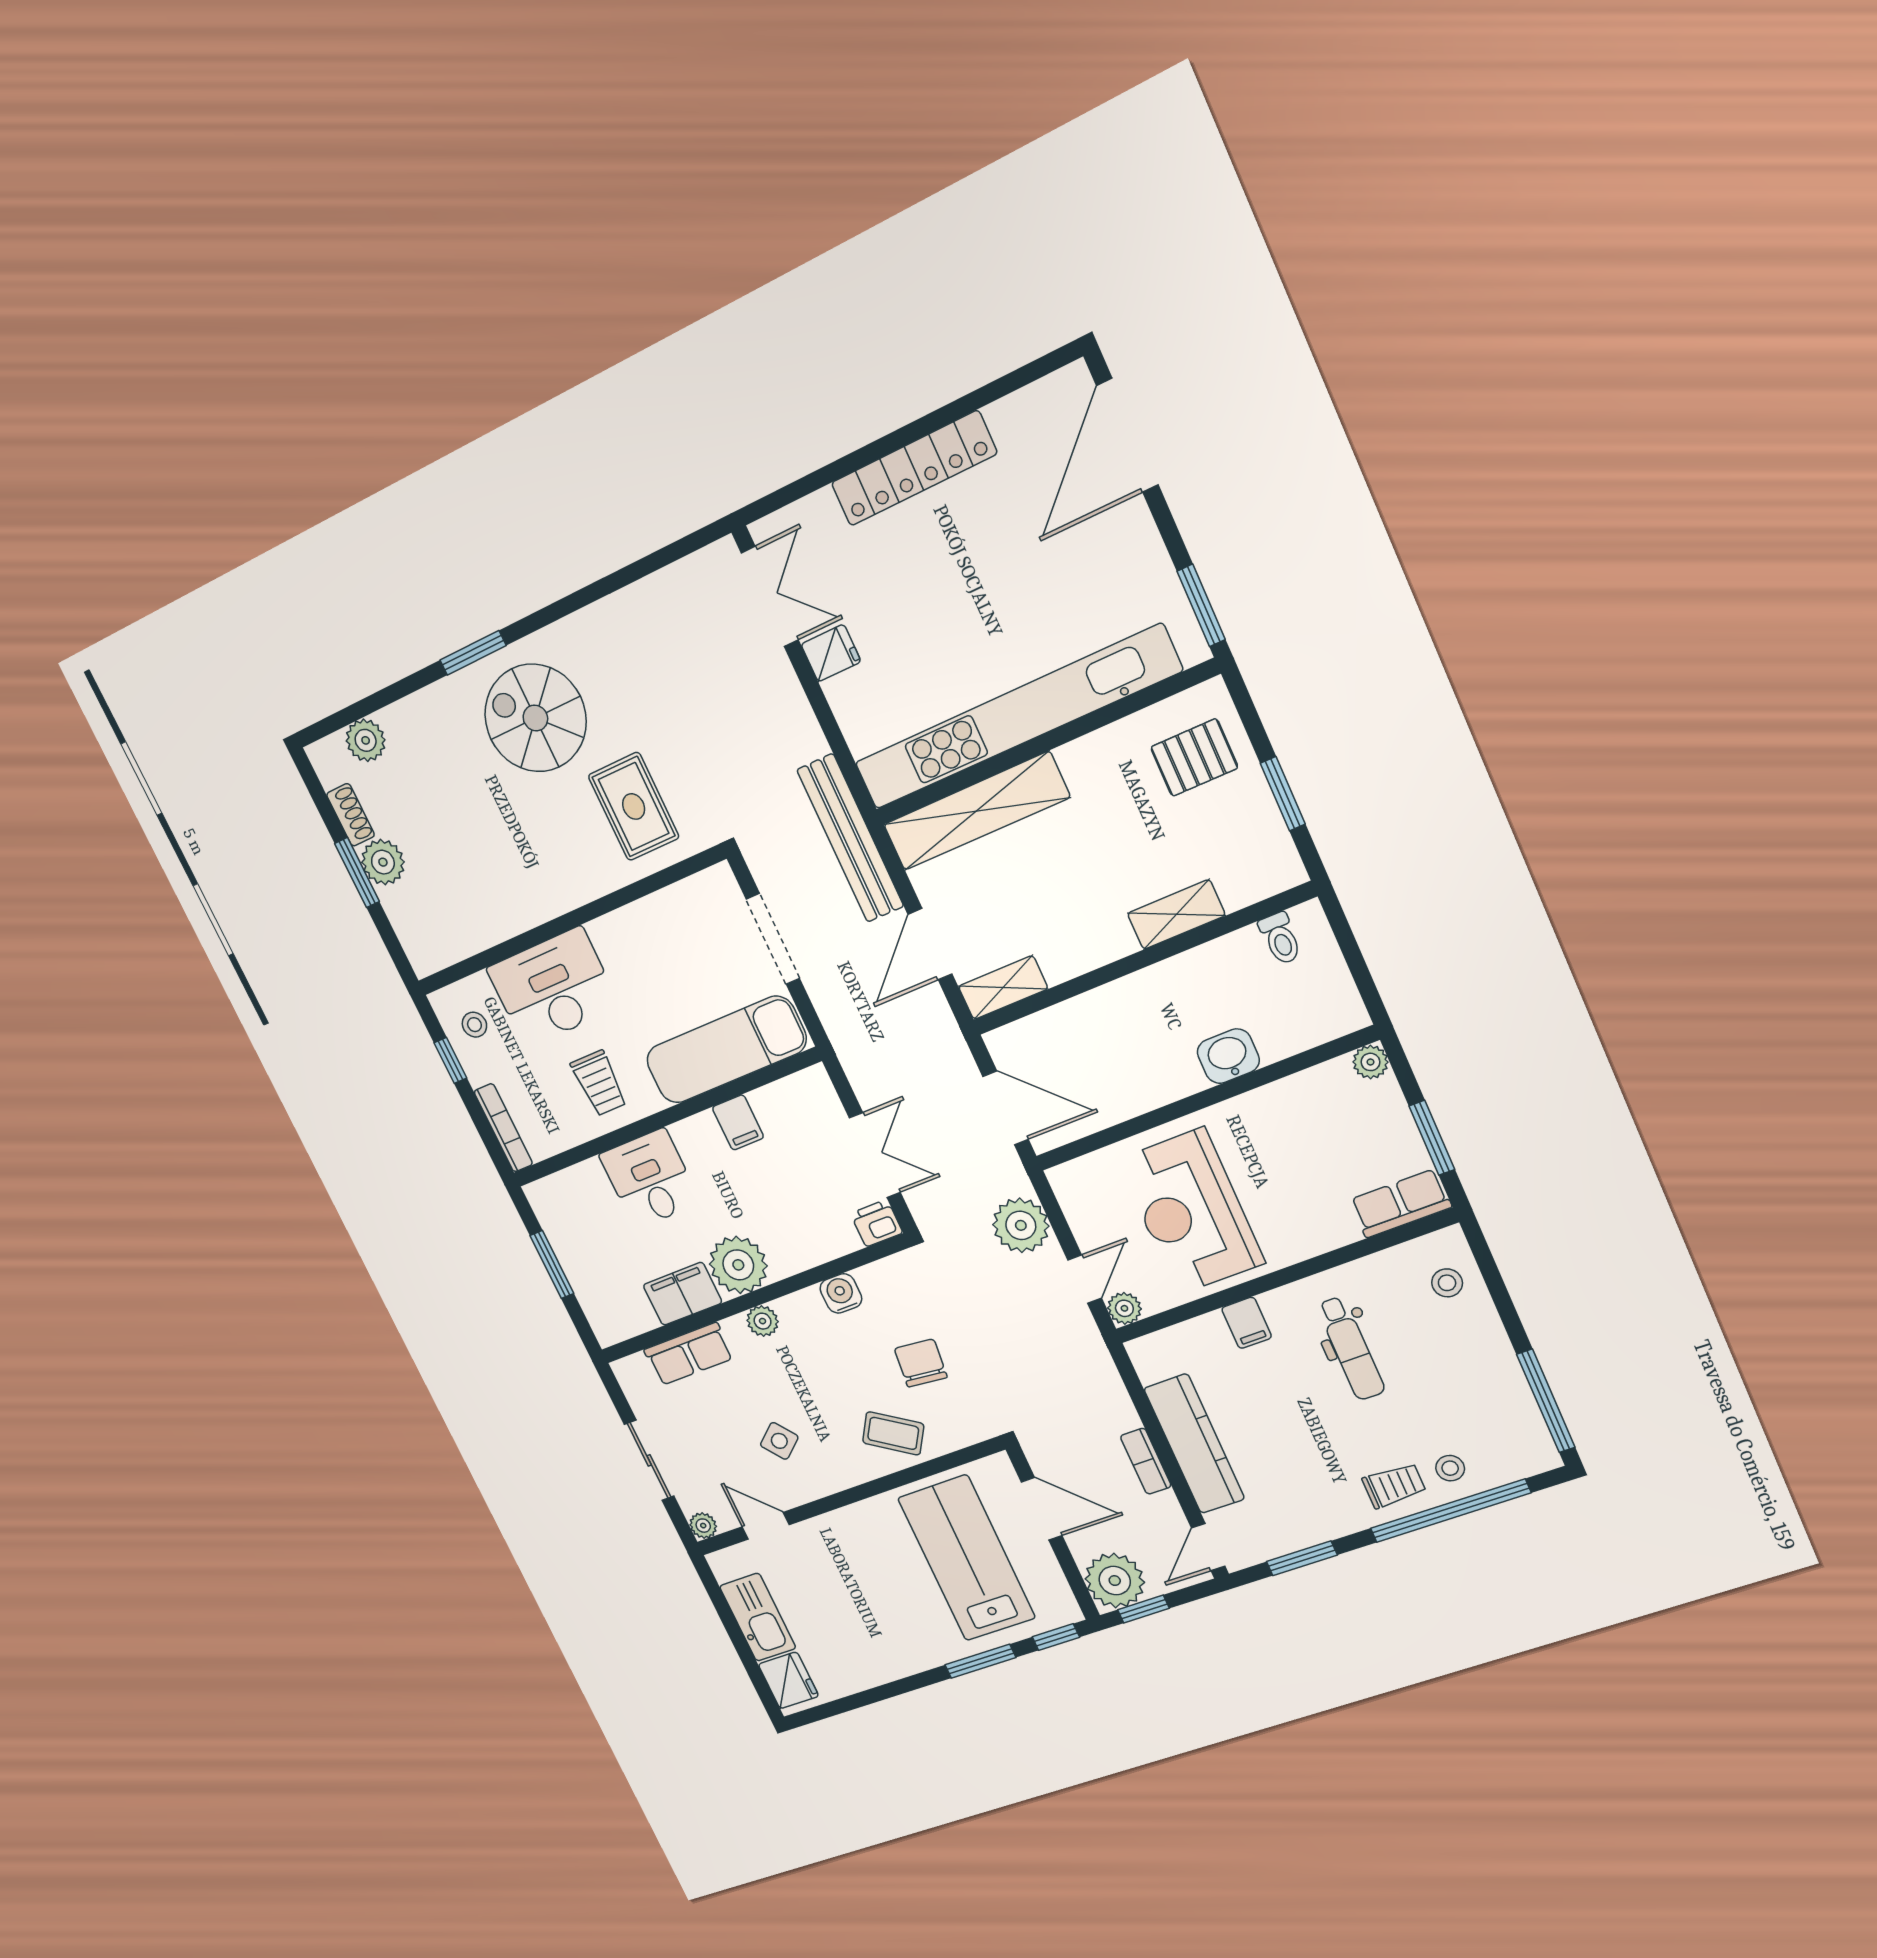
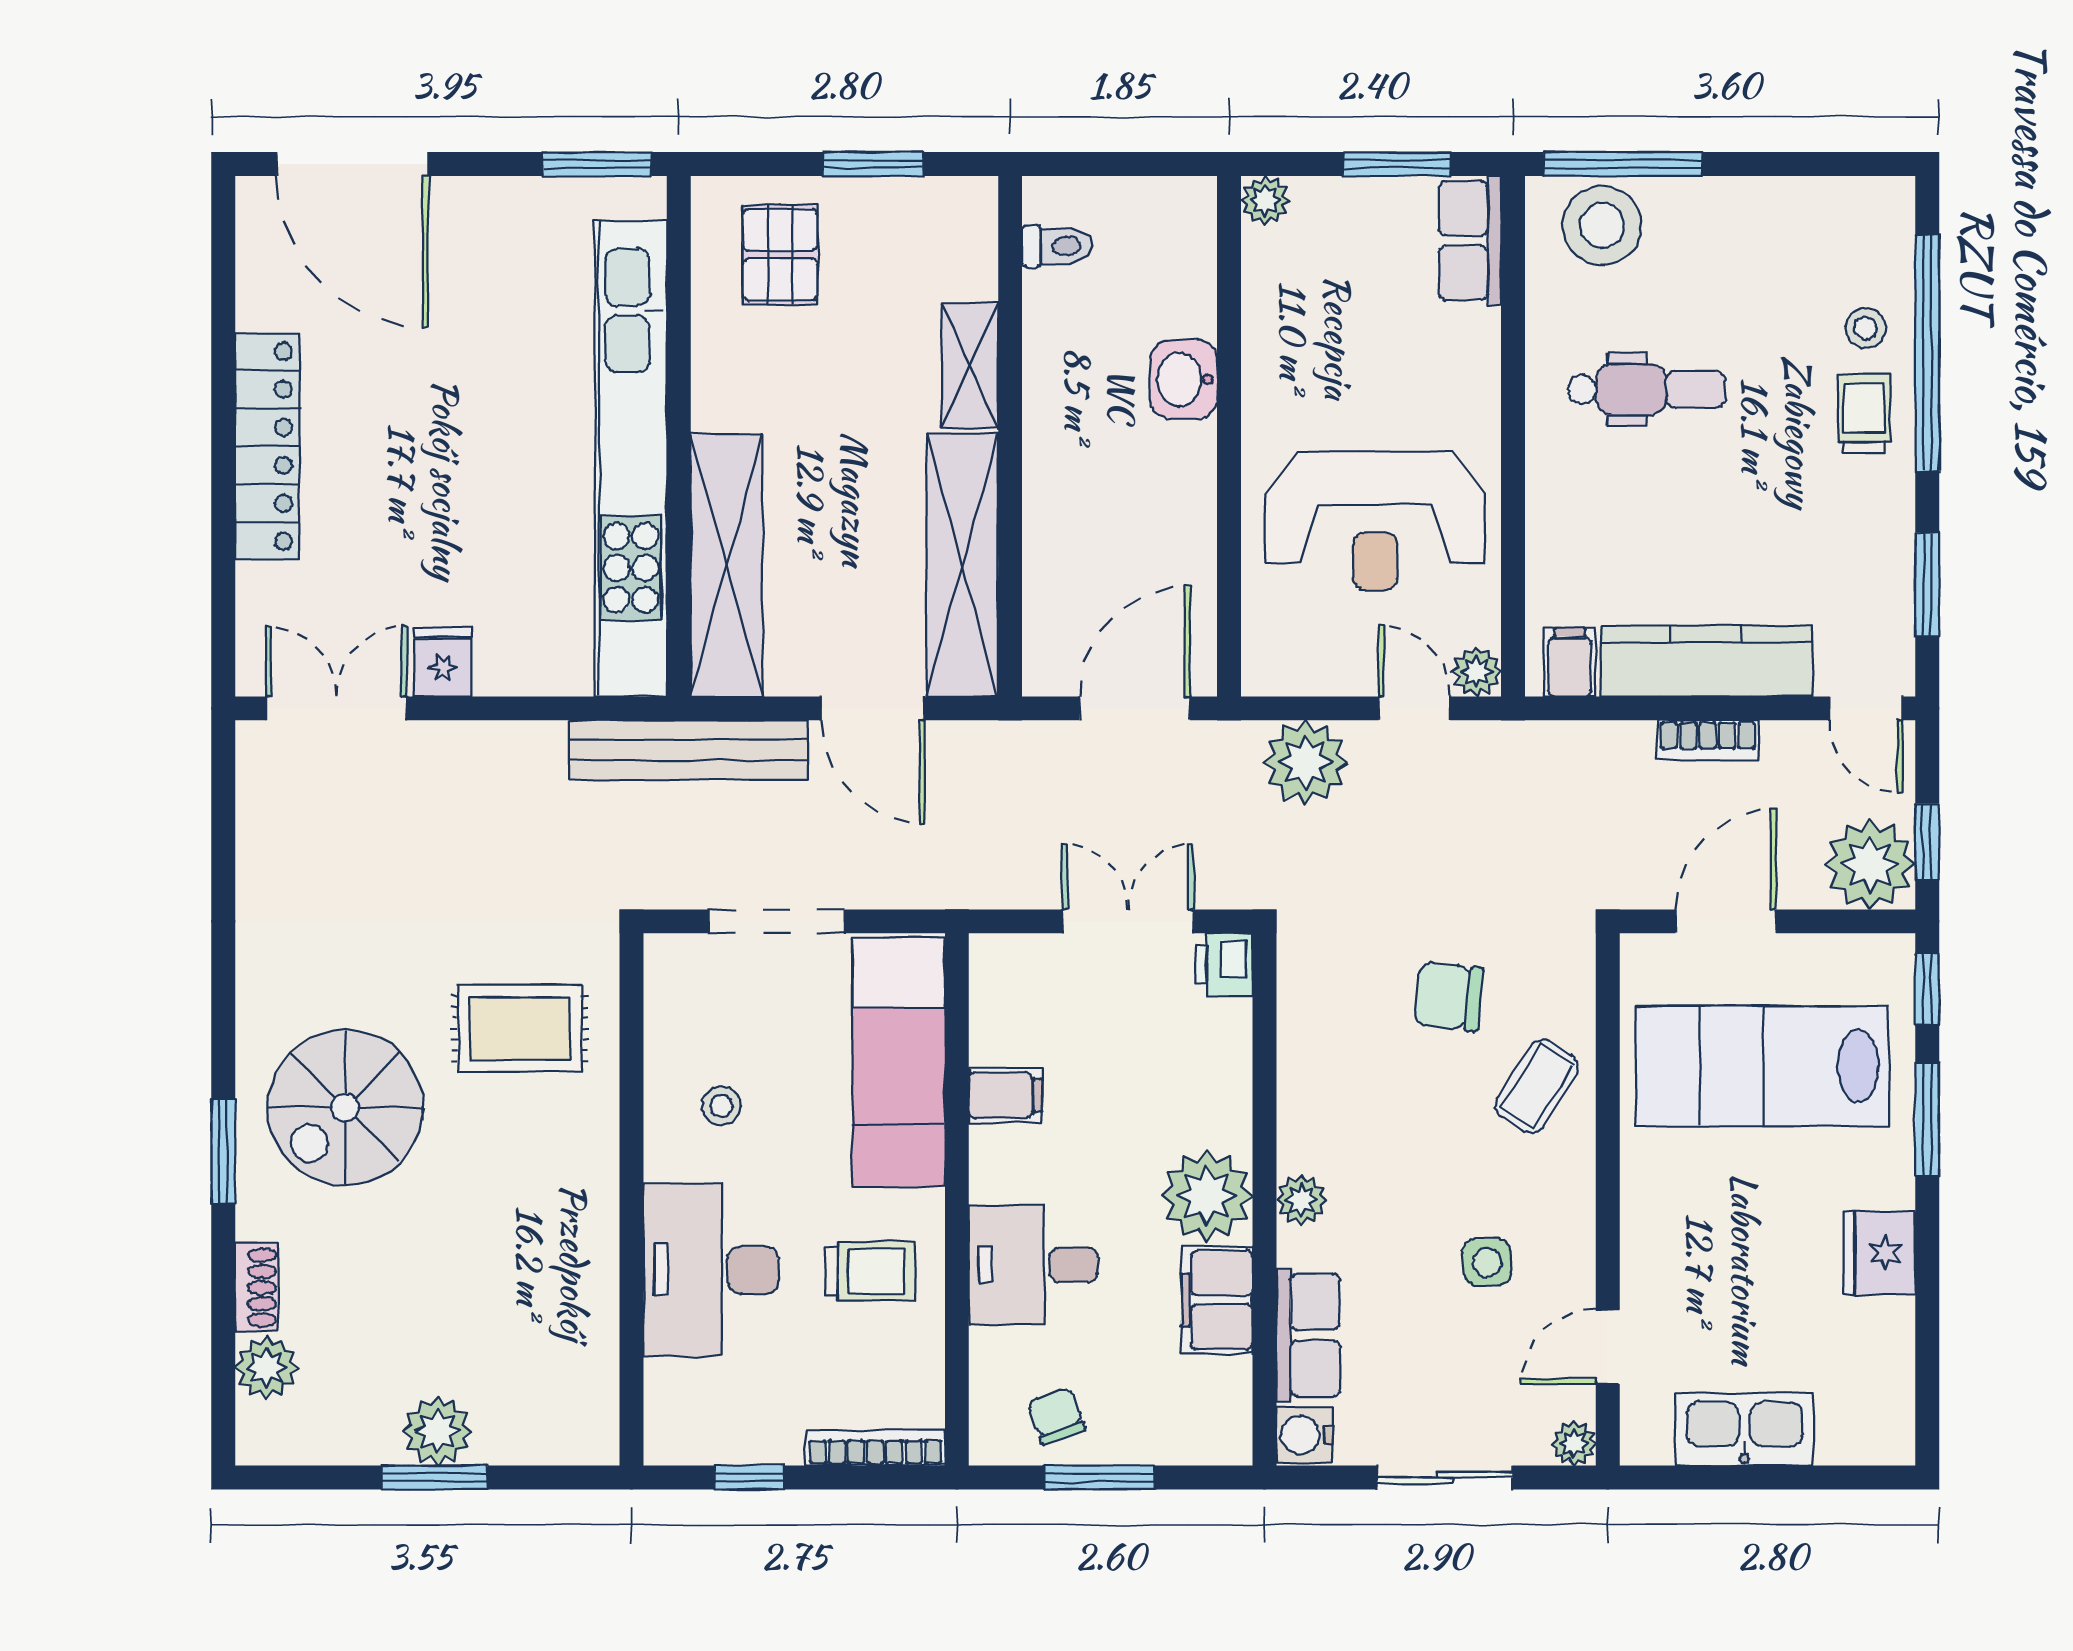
shoe rack: (351, 815) -> (256, 1288), moved, turned 90
shelving: (1003, 988) -> (962, 565), width x2.20, depth x1.33
stool: (474, 1025) -> (721, 1106), moved
chair: (573, 1226) -> (1056, 1416), added
stool: (1447, 1283) -> (1602, 225), width x1.89, depth x1.89
water cooler: (841, 1293) -> (1305, 1435), moved
filing cabinet: (1247, 1323) -> (1570, 662), moved, turned -90
window: (1546, 1401) -> (1622, 164), moved
side table: (779, 1441) -> (1487, 1262), turned 35
fridge: (788, 1680) -> (1880, 1253), moved, turned -90

